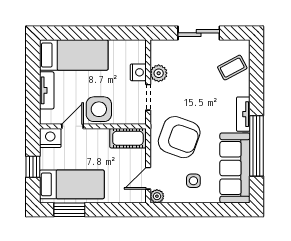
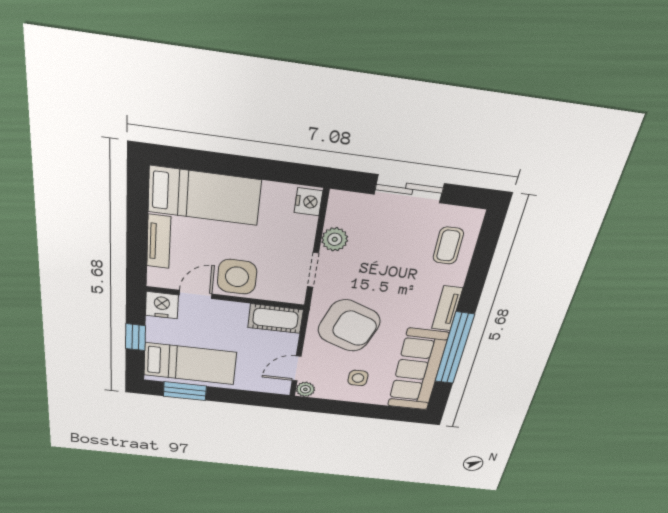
coffee table: (232, 68) -> (448, 246), turned -62
nightstand: (138, 72) -> (308, 202), moved

